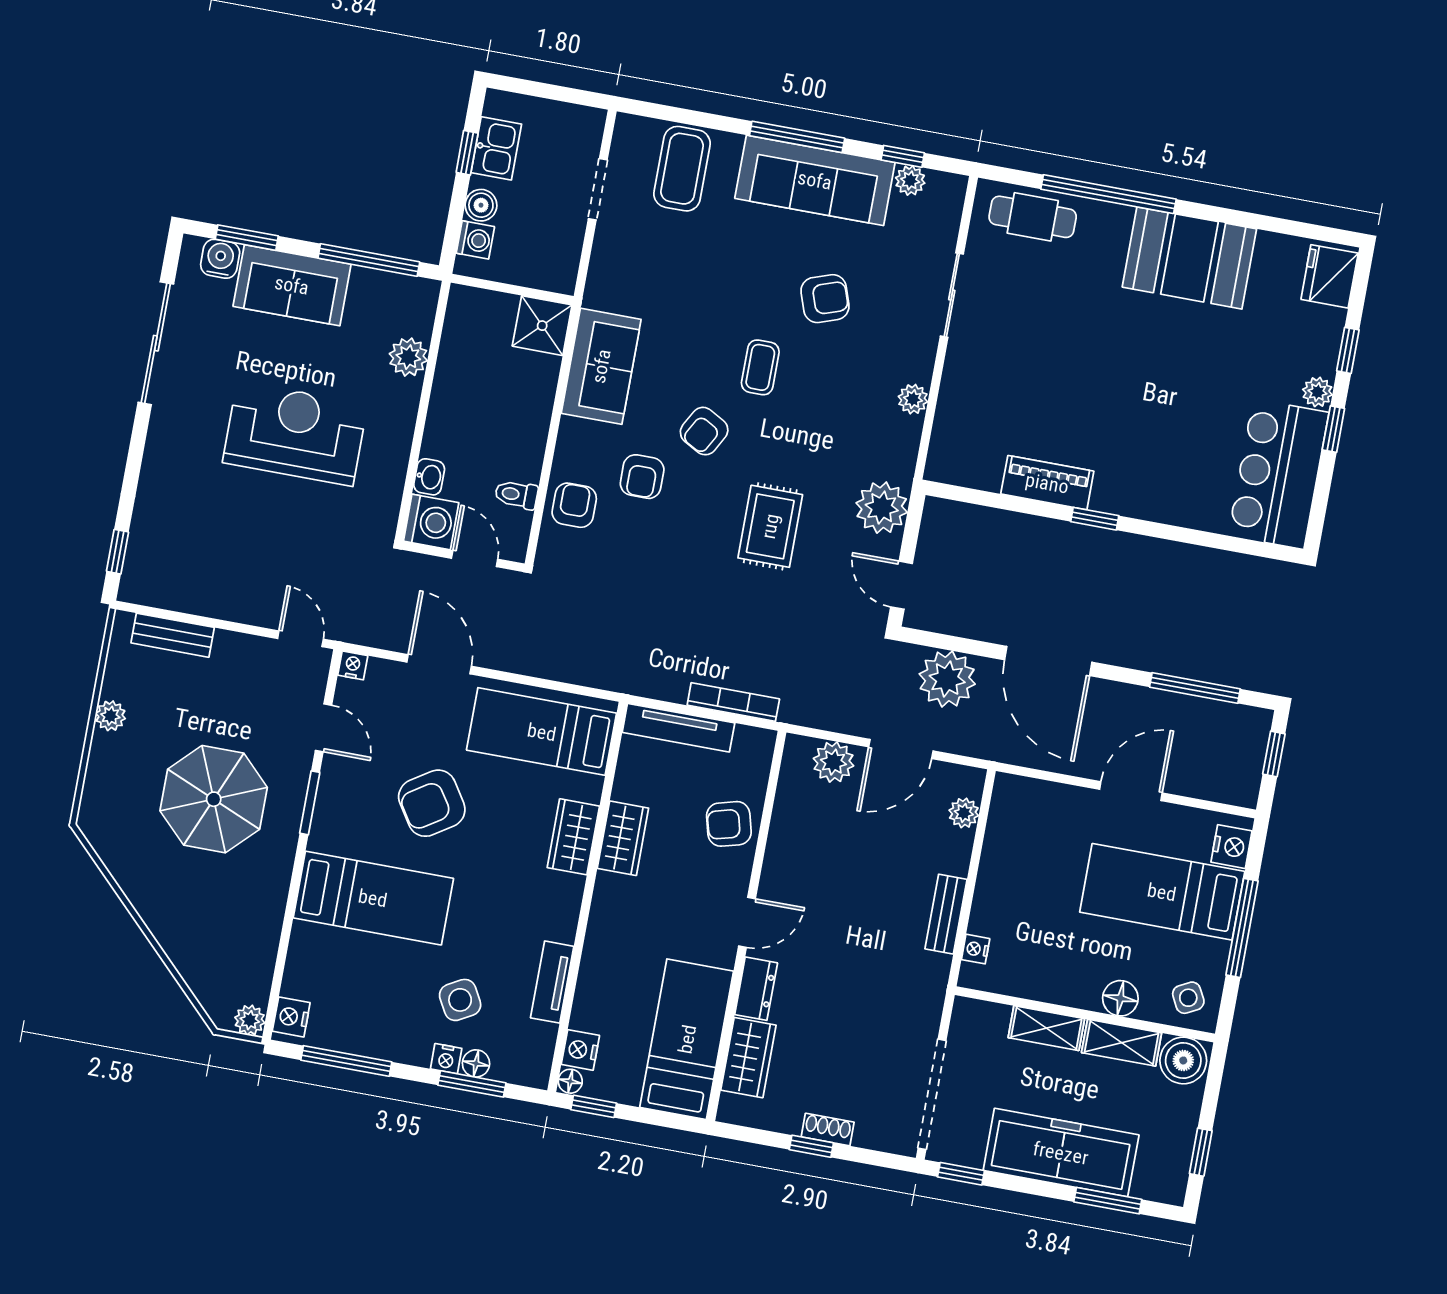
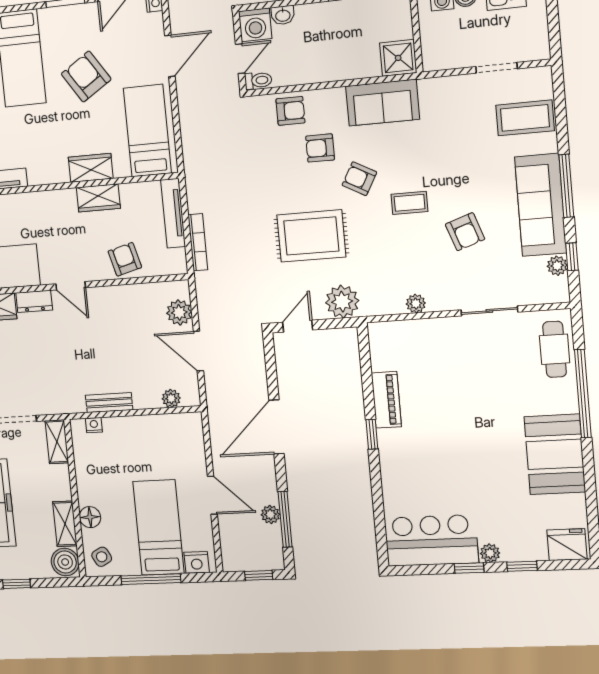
toilet: (516, 495) -> (258, 80), moved, turned 90
rug: (770, 526) -> (311, 236), width x1.36, depth x1.43
plant: (947, 679) -> (270, 514), moved, width x0.53, depth x0.53
shelving: (1046, 1028) -> (57, 442), moved

